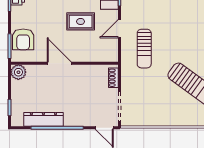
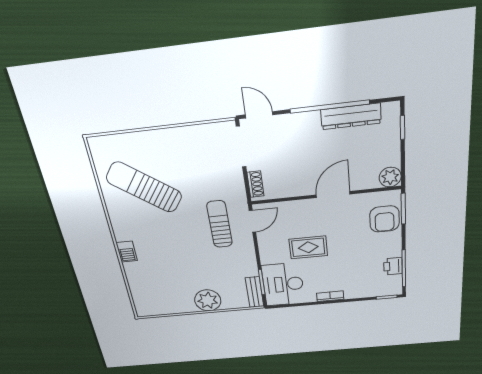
door: (120, 29) -> (252, 221), moved
armchair: (23, 39) -> (385, 219), turned 180
door: (59, 63) -> (333, 194), swing flipped

